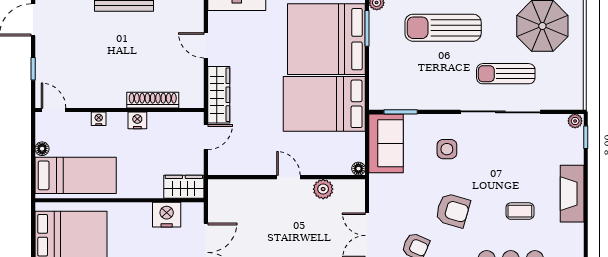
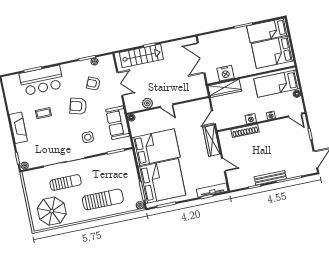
sofa: (386, 143) -> (118, 123), moved
wardrobe: (184, 187) -> (225, 88), width x1.50

